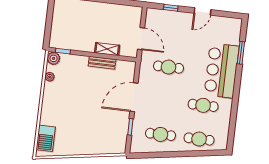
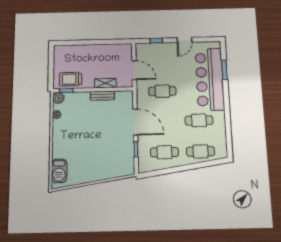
trolley: (69, 39) -> (71, 79), added
bar counter: (222, 71) -> (210, 79), width x1.36
door: (134, 97) -> (135, 122), swing flipped

